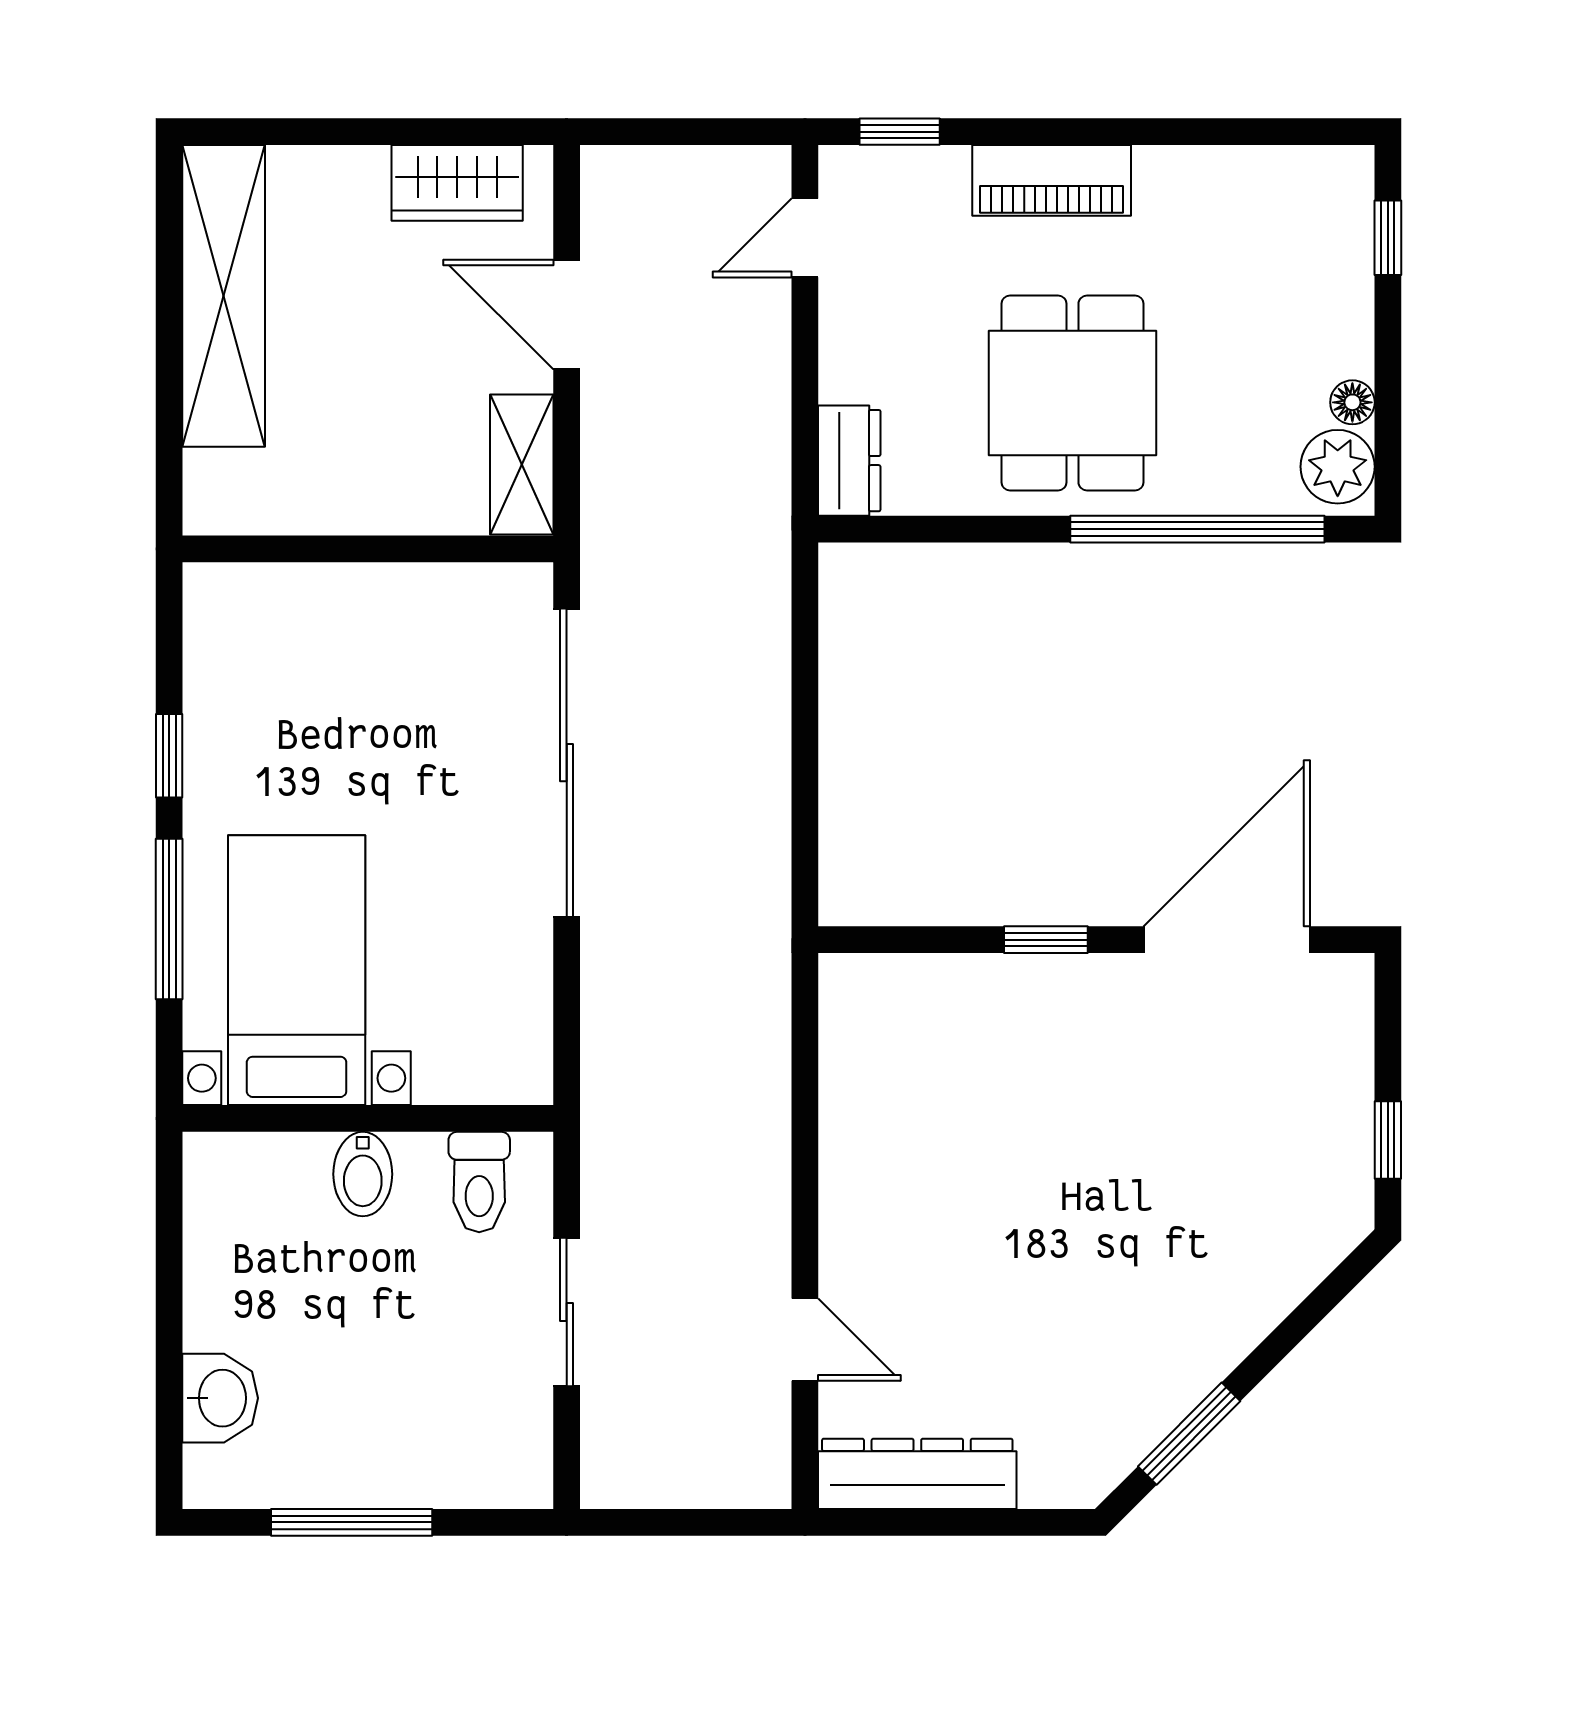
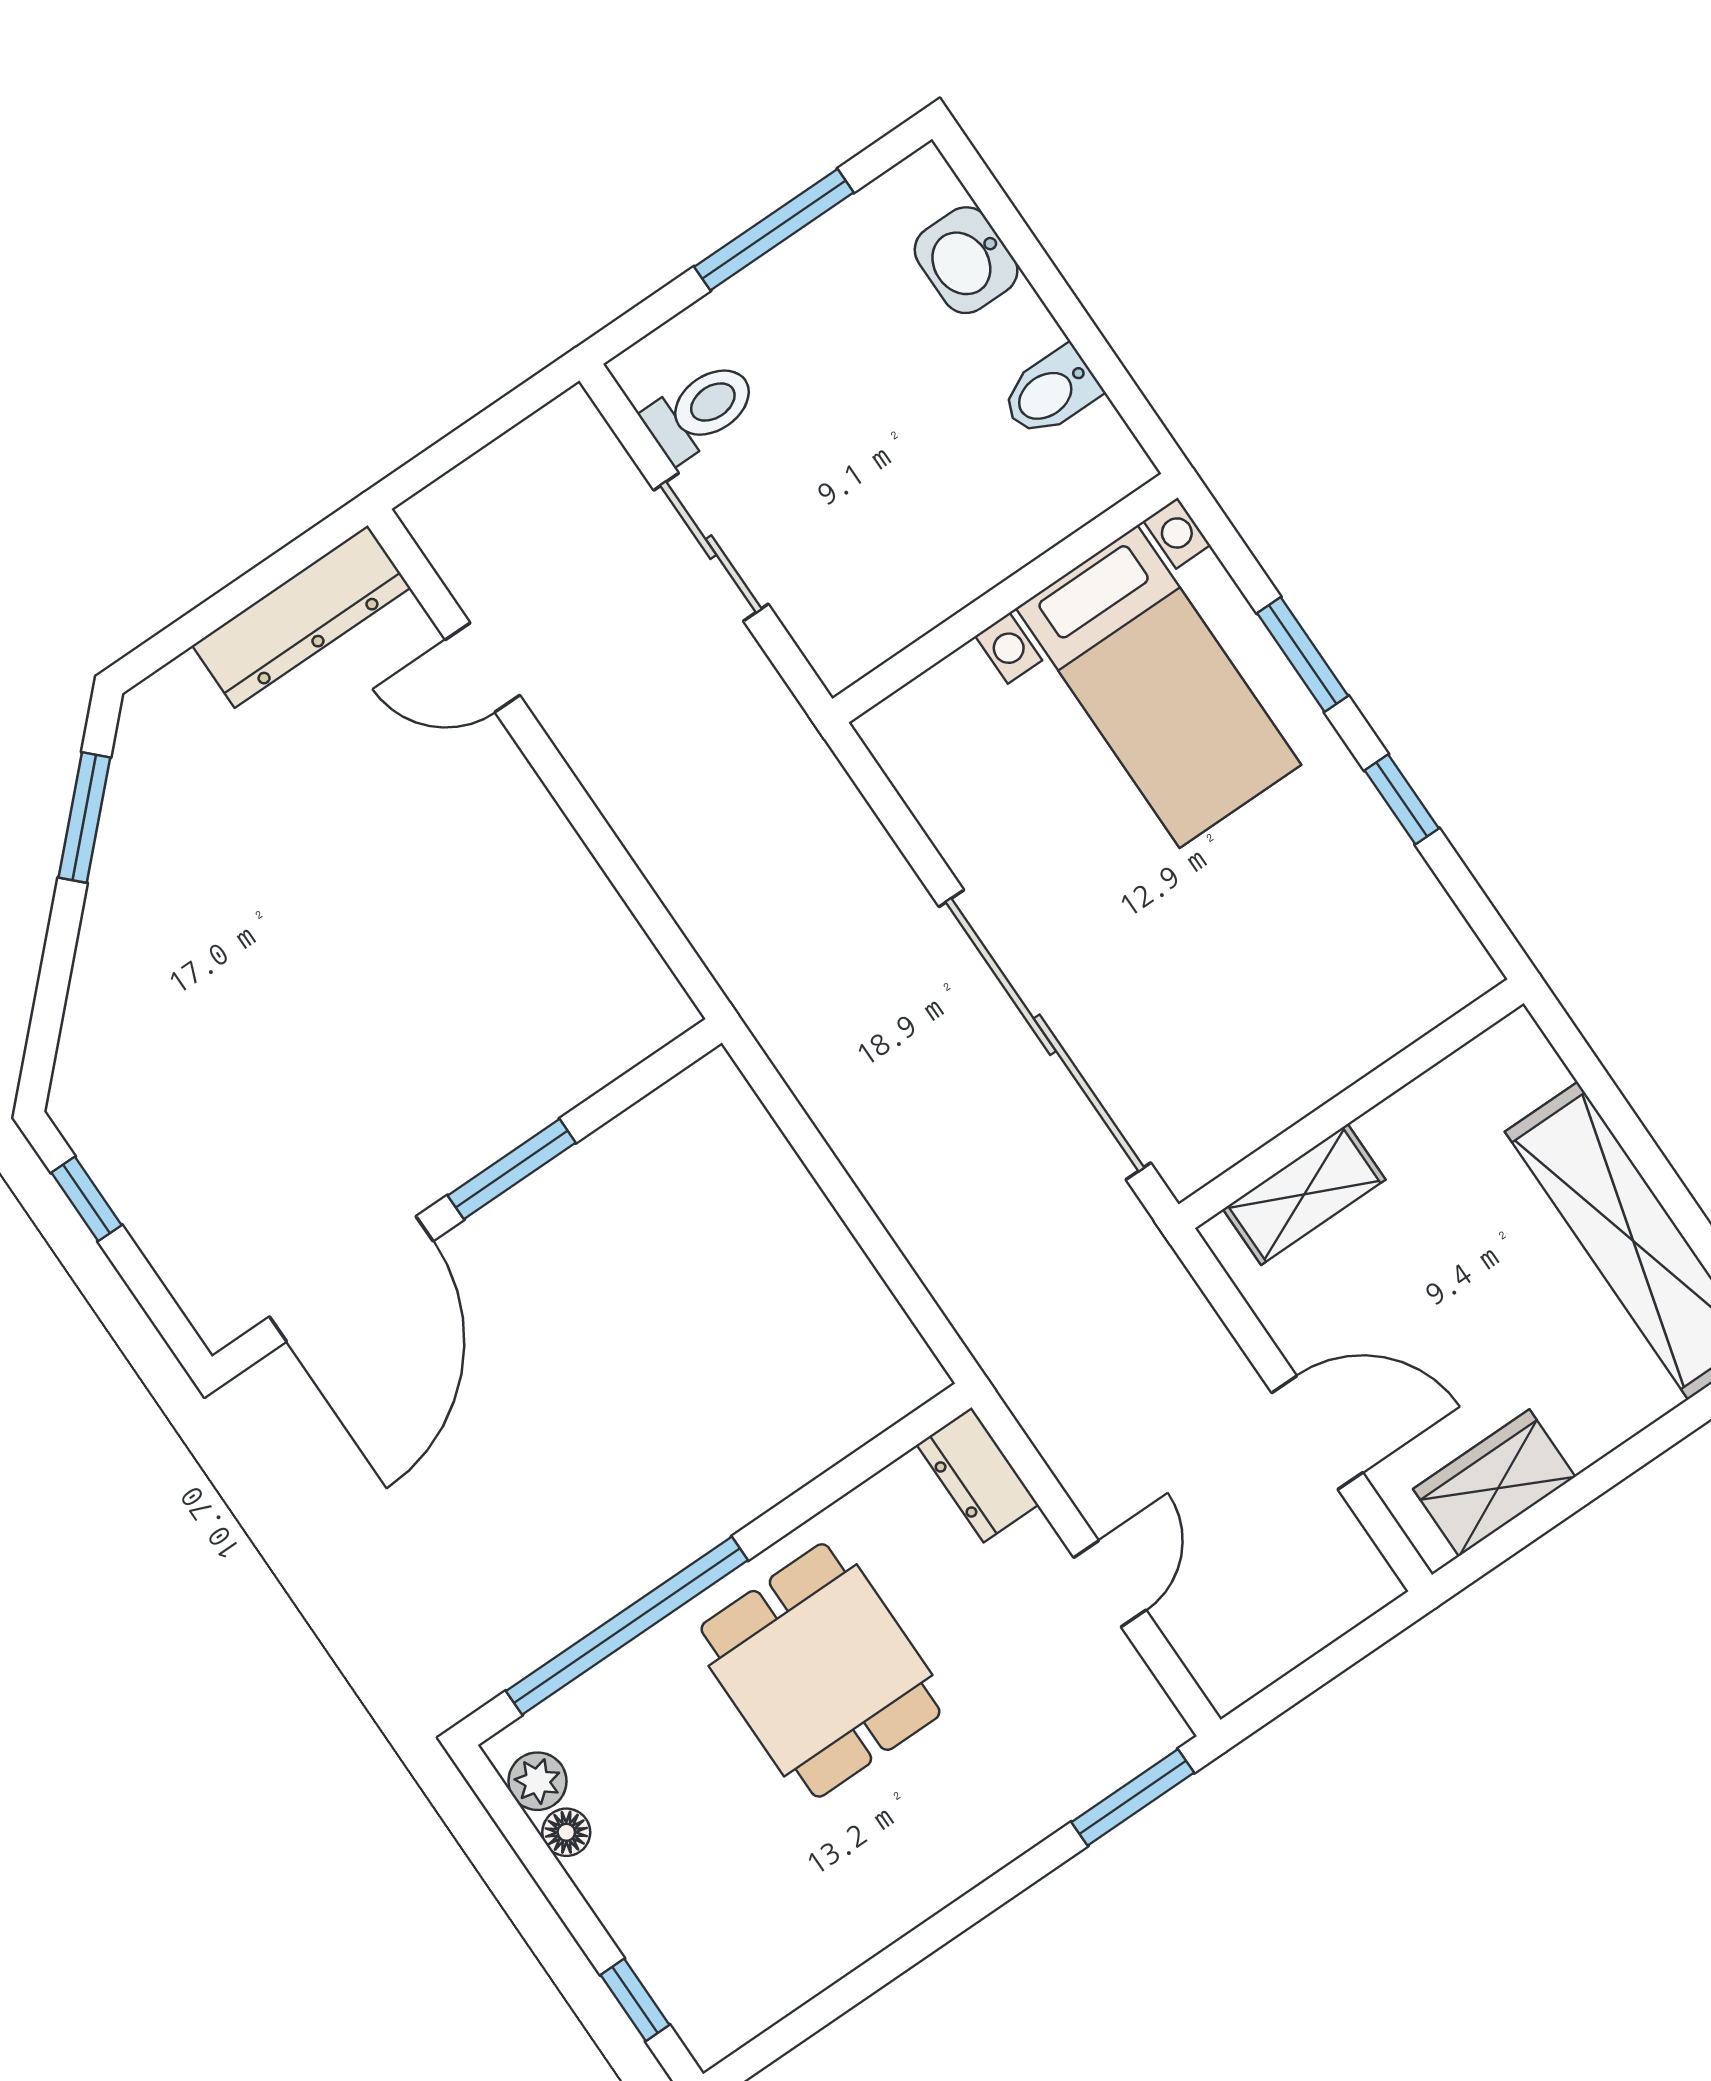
window: (900, 132) -> (1133, 1797), width x1.50
piano: (1052, 180) -> (968, 1846), removed
door: (805, 238) -> (1110, 1584), moved
shelving: (522, 464) -> (1304, 1194), moved, turned 90
plant: (1338, 467) -> (537, 1781), width x0.73, depth x0.73
window: (169, 919) -> (1303, 654), width x0.69
window: (1046, 940) -> (512, 1169), width x1.50
bidet: (363, 1174) -> (1051, 392), moved, turned -90
toilet: (479, 1182) -> (700, 411), moved, turned 90

